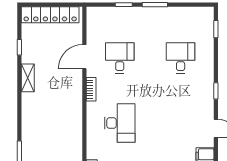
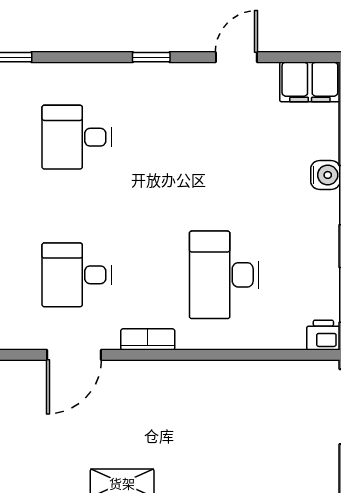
door: (84, 57) -> (74, 355), hinge flipped
desk: (120, 123) -> (224, 275), turned -90

